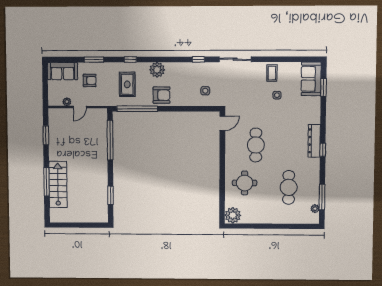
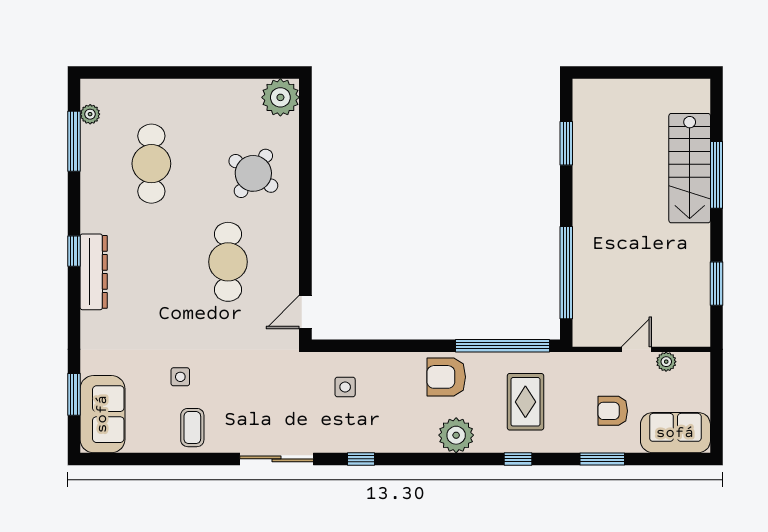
round table: (245, 183) -> (253, 173), turned 35

